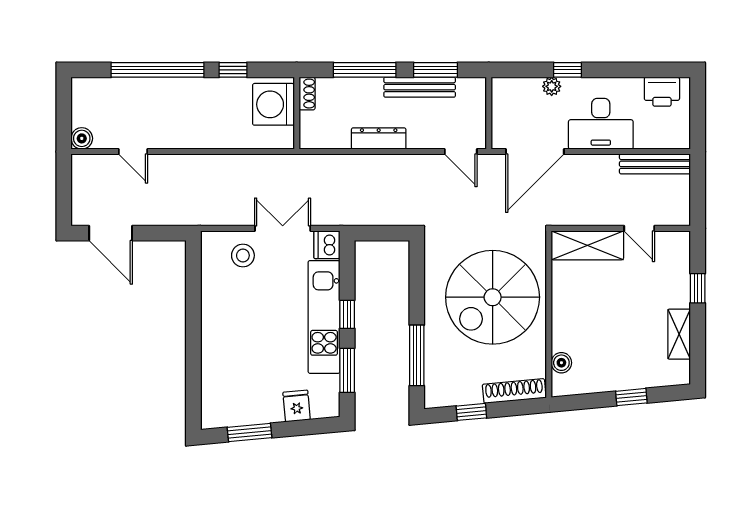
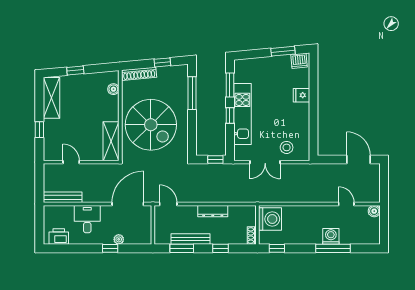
window: (158, 70) -> (333, 248), width x0.68
window: (233, 70) -> (277, 248), moved
window: (365, 70) -> (220, 248), width x0.46
washing machine: (161, 92) -> (331, 236), added
washing machine: (273, 104) -> (270, 219), moved
desk: (601, 124) -> (87, 219), width x0.73
window: (374, 233) -> (215, 160), added
dishwasher: (327, 245) -> (299, 61), moved, turned 85
shelving: (587, 245) -> (111, 141), moved, turned 90
spiral stairs: (493, 297) -> (151, 125), turned 90
shelving: (679, 334) -> (51, 98), width x1.50, depth x1.33
fridge: (297, 406) -> (301, 95), moved, turned 95

